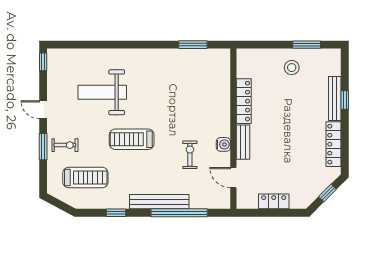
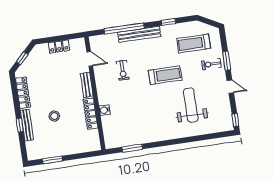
stool: (292, 68) -> (54, 116), moved
weight bench: (102, 92) -> (191, 105), turned -90
water cooler: (223, 144) -> (105, 110), moved

